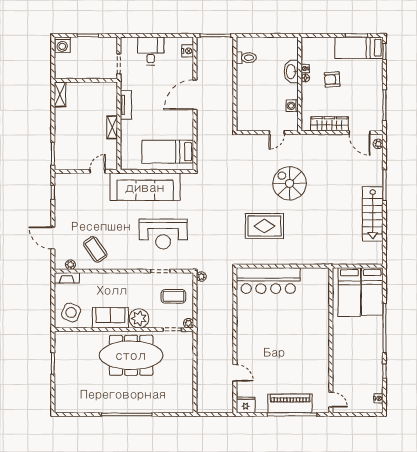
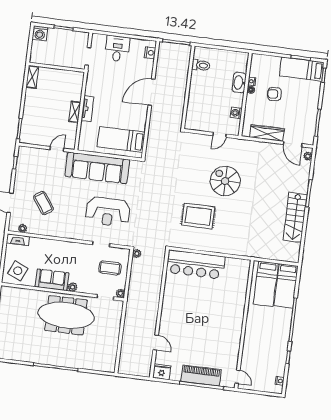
tv unit: (126, 105) -> (87, 109), moved
coffee table: (95, 249) -> (43, 203), moved
plant: (139, 318) -> (73, 287), width x0.53, depth x0.53

